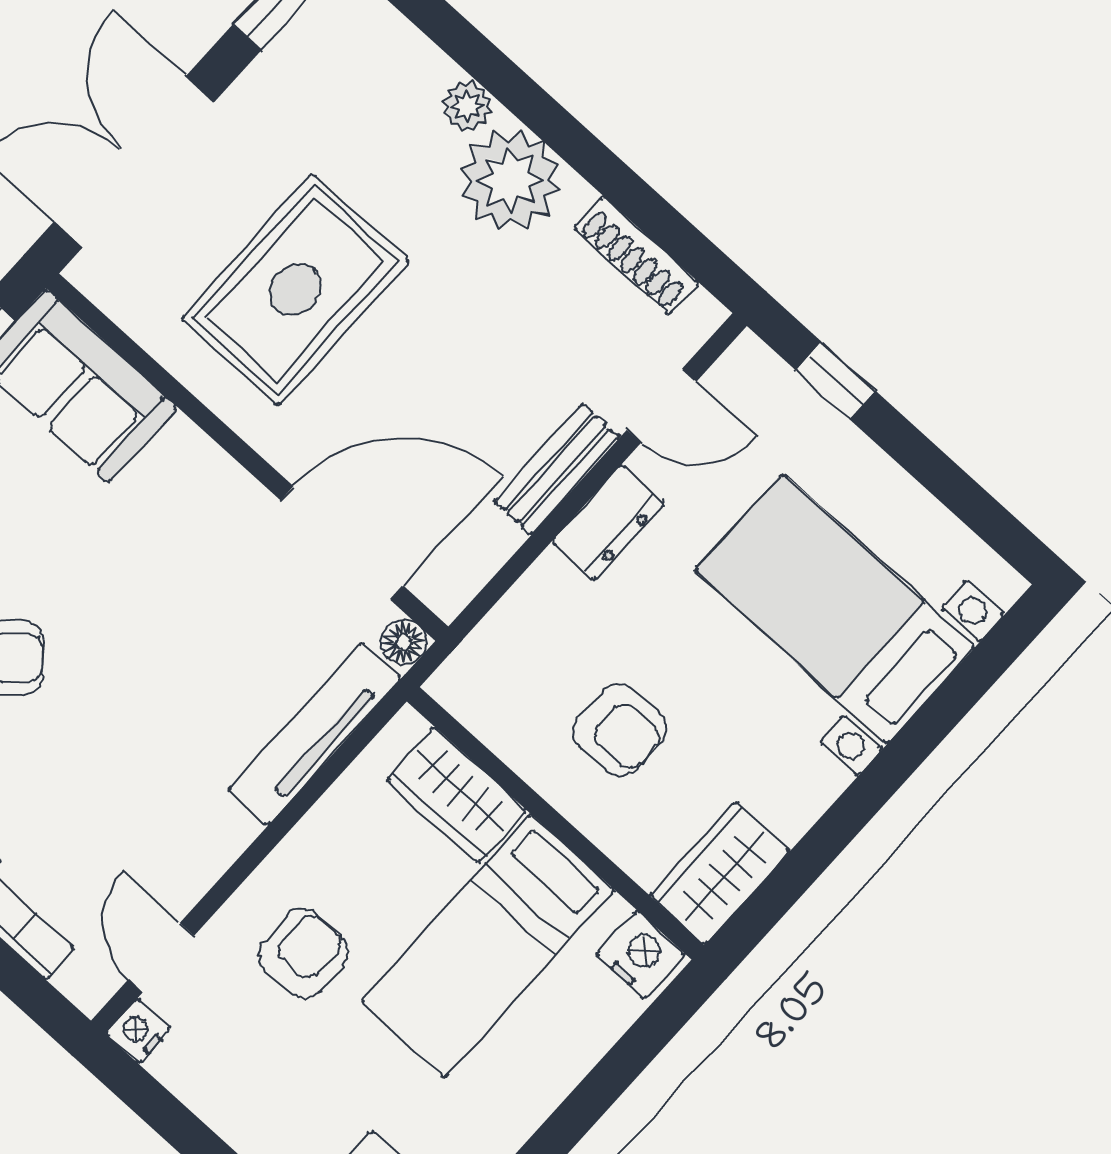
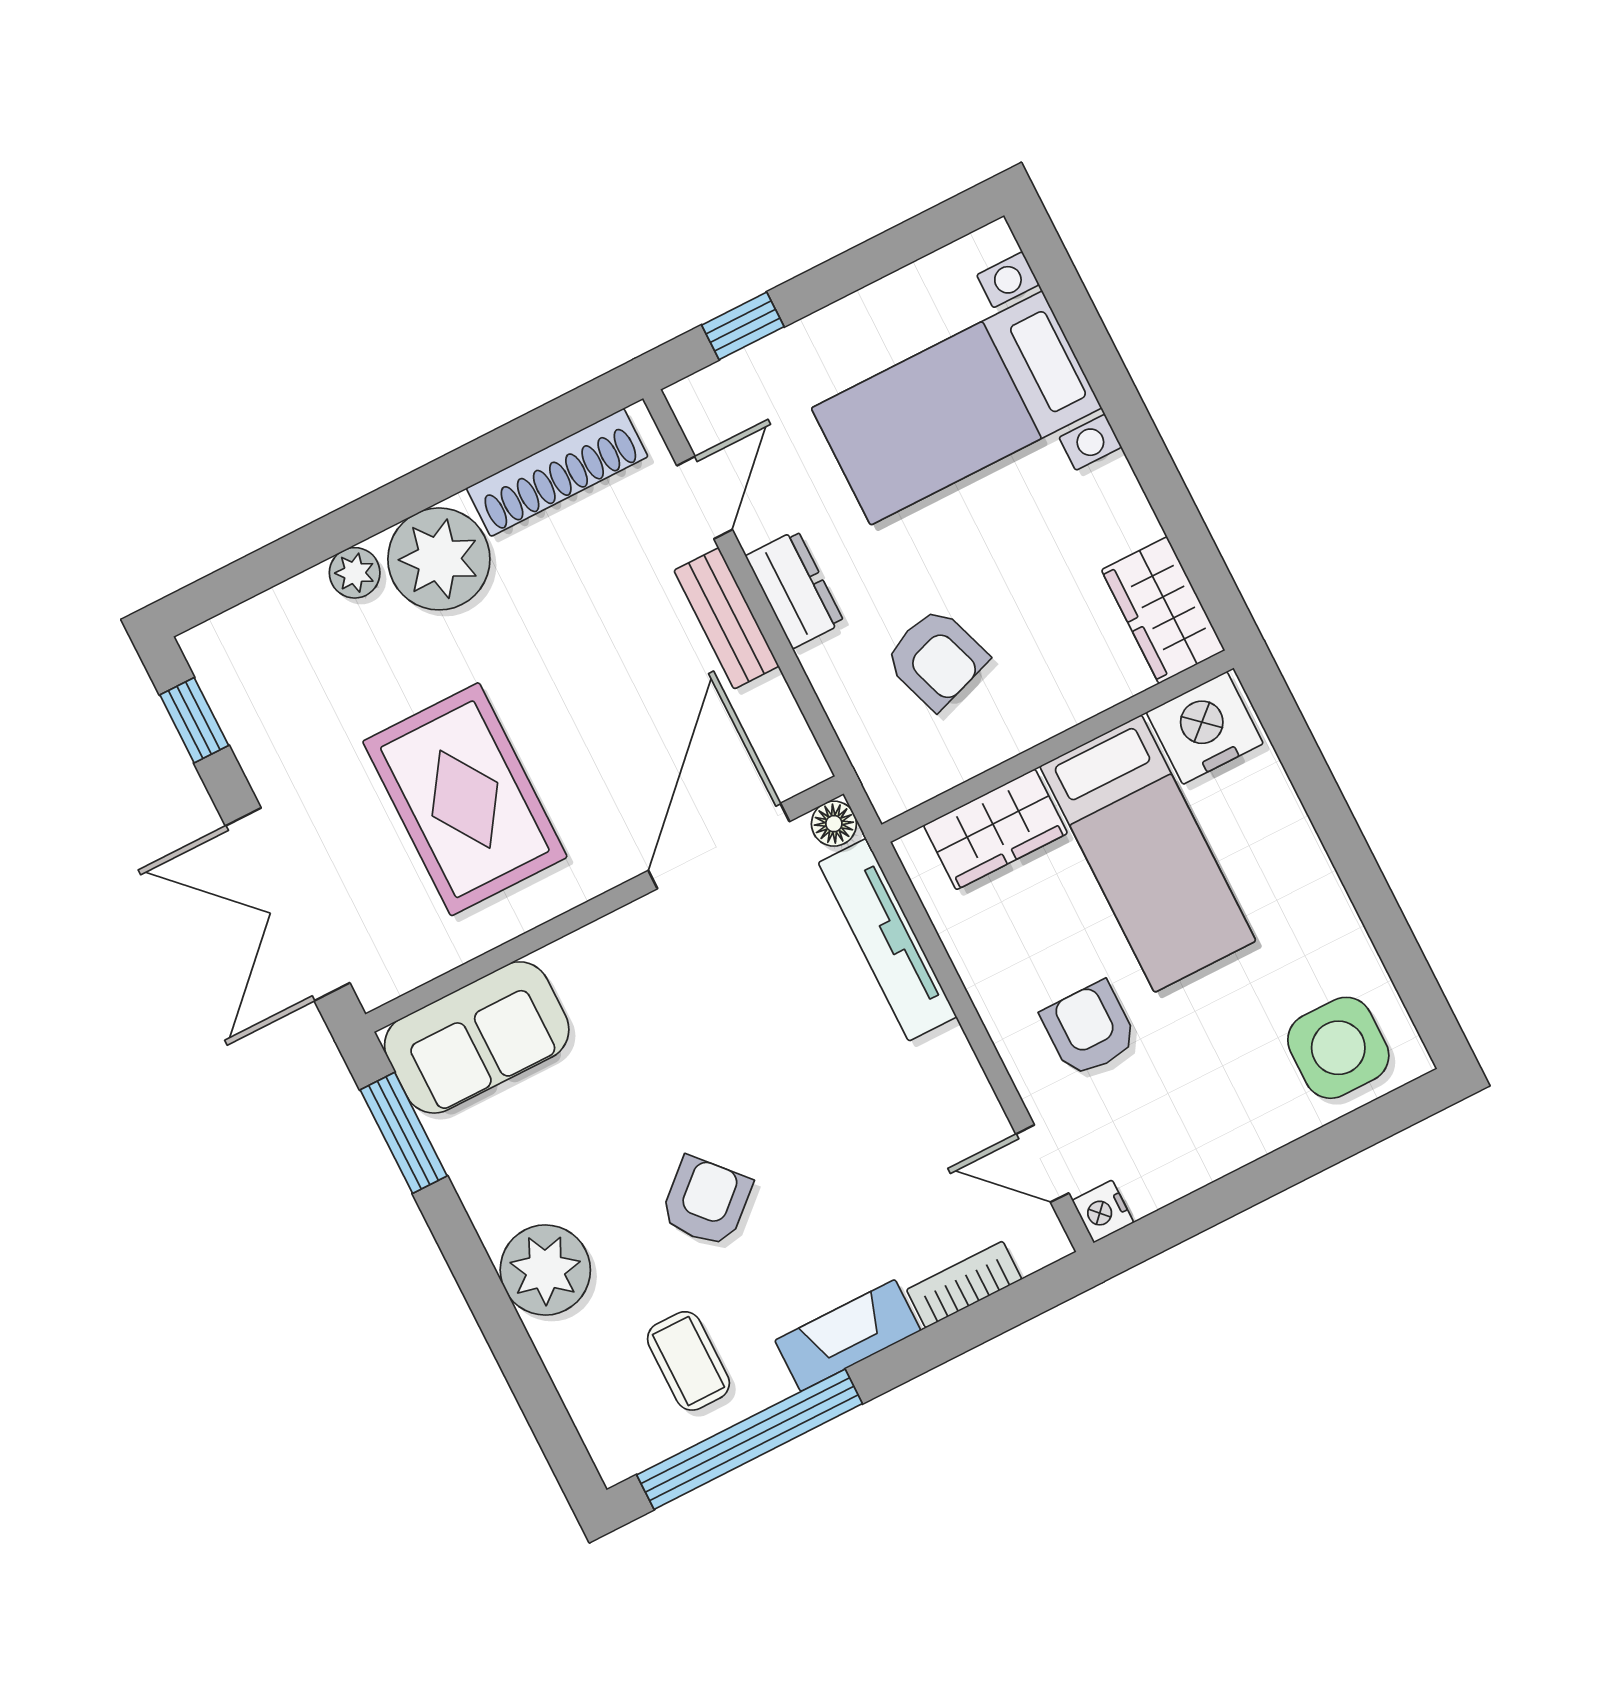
shoe rack: (636, 255) -> (557, 472), width x1.36, depth x1.24
armchair: (620, 730) -> (936, 659), moved, turned 71
nightstand: (641, 955) -> (1205, 728), width x1.36, depth x1.33

